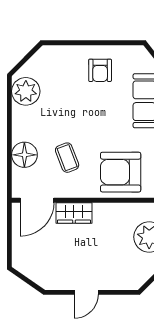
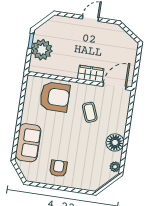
plant: (26, 91) -> (115, 167), width x0.53, depth x0.53
floor lamp: (24, 155) -> (115, 142), moved

